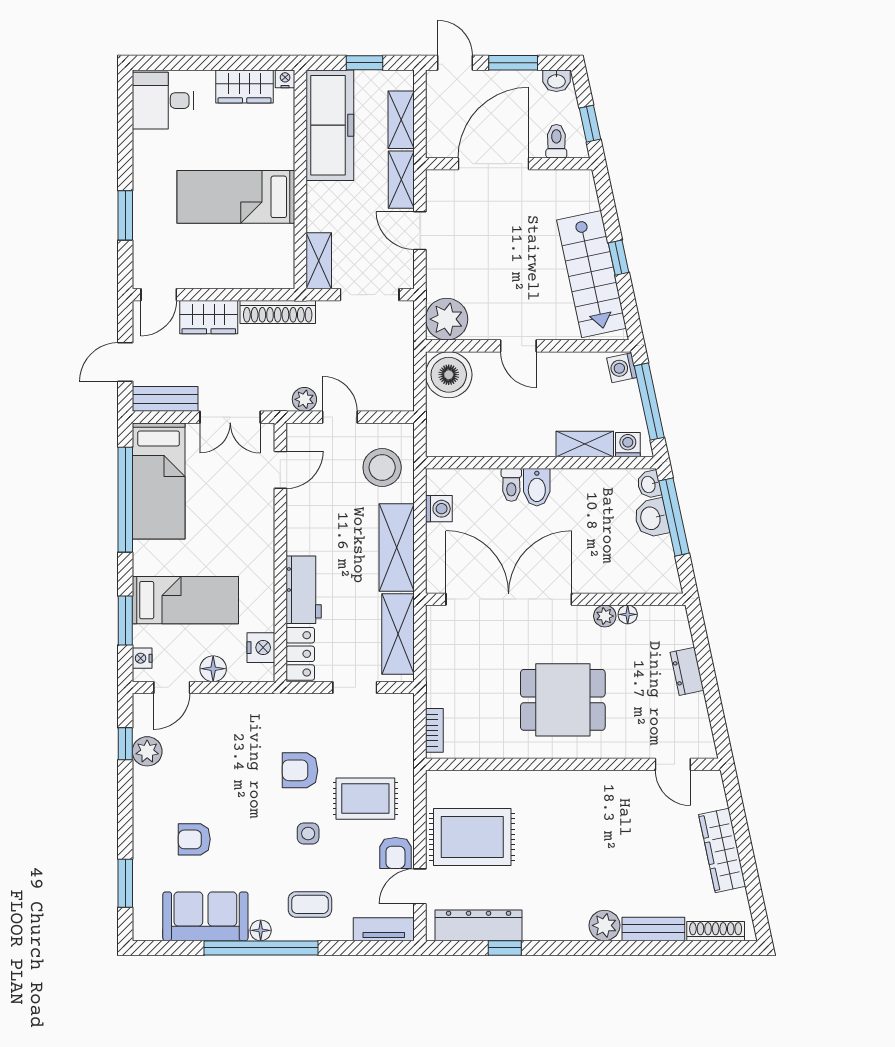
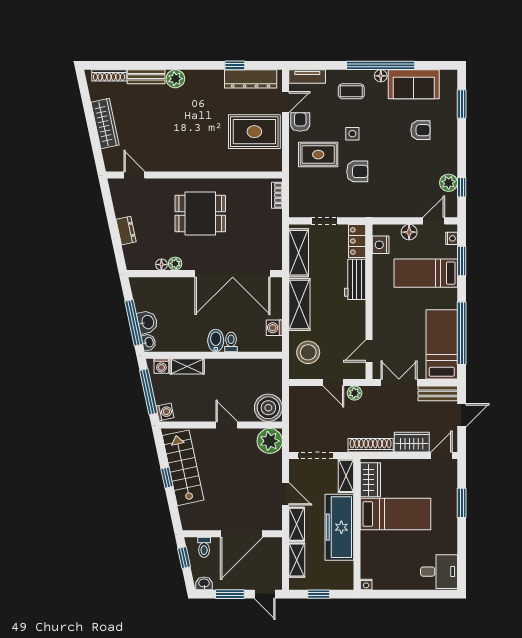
wardrobe: (245, 86) -> (370, 480), moved, turned 90
freezer: (330, 125) -> (339, 527), moved

